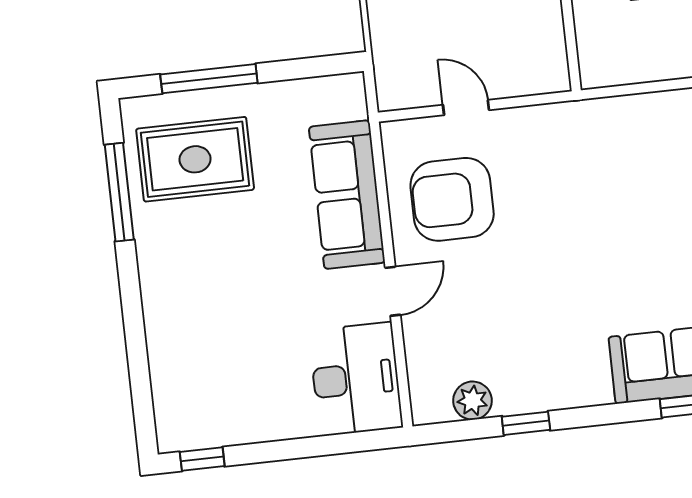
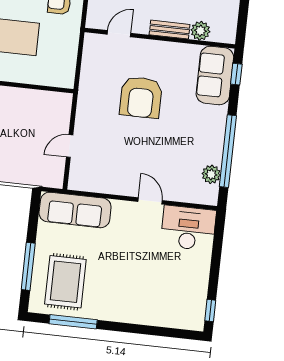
sofa: (347, 195) -> (75, 210), moved
armchair: (452, 199) -> (141, 97), moved
window: (526, 423) -> (228, 151), width x3.17

